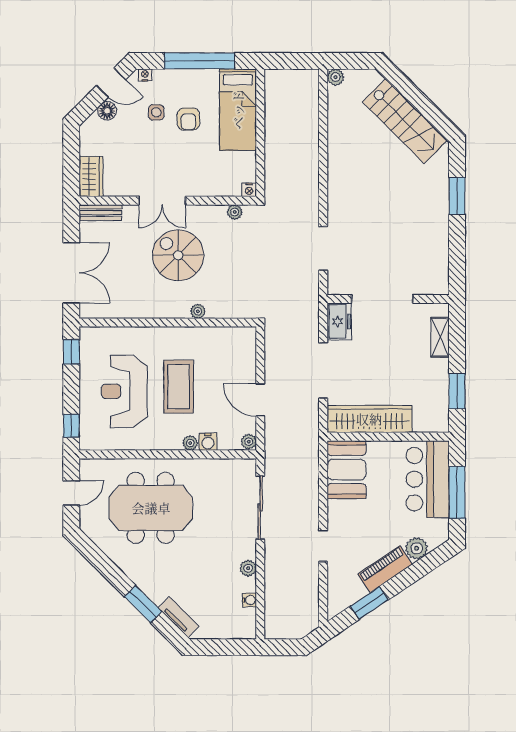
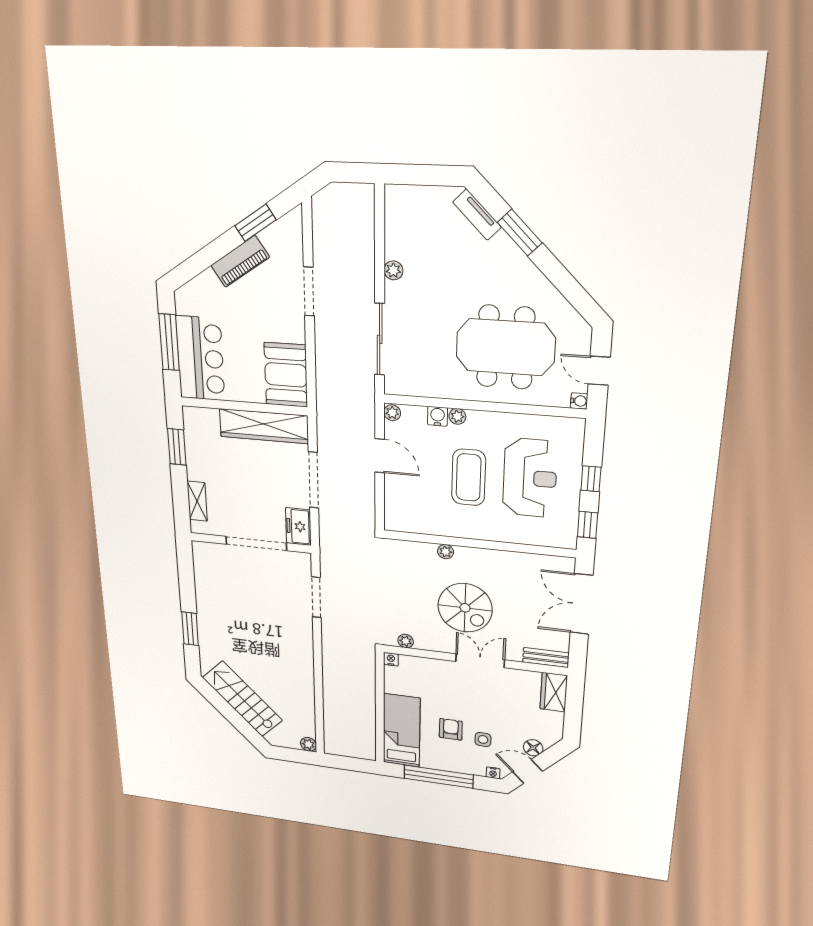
window: (71, 426) -> (591, 479), moved
door: (71, 493) -> (599, 371), hinge flipped
doorway: (323, 546) -> (309, 292), width x1.38
plant: (417, 548) -> (207, 283), removed
water cooler: (249, 600) -> (579, 401), moved, turned 180

